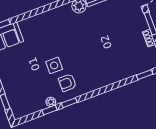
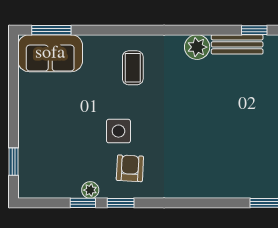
coffee table: (49, 29) -> (133, 68), added
armchair: (67, 83) -> (130, 168), turned 93

